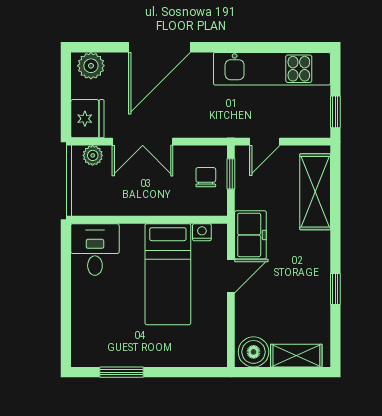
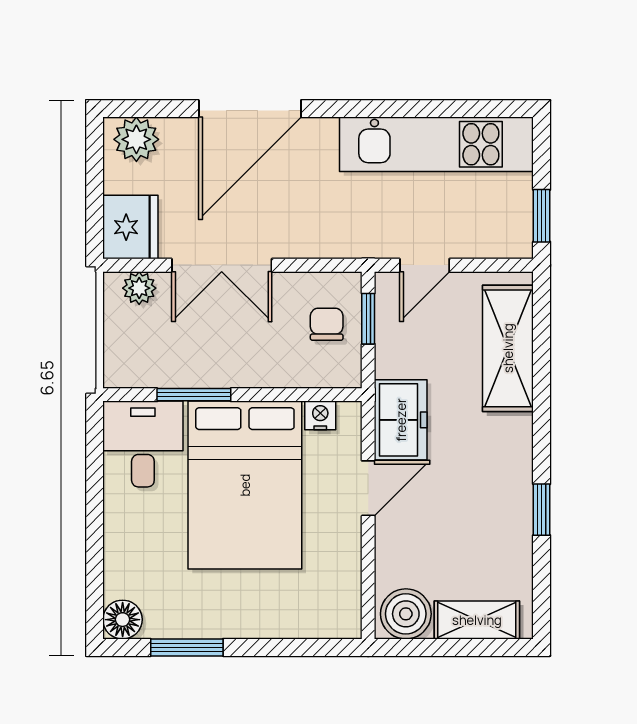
window: (126, 220) -> (194, 395), added
bed: (168, 274) -> (245, 485), width x1.50
floor lamp: (83, 355) -> (123, 620), added

